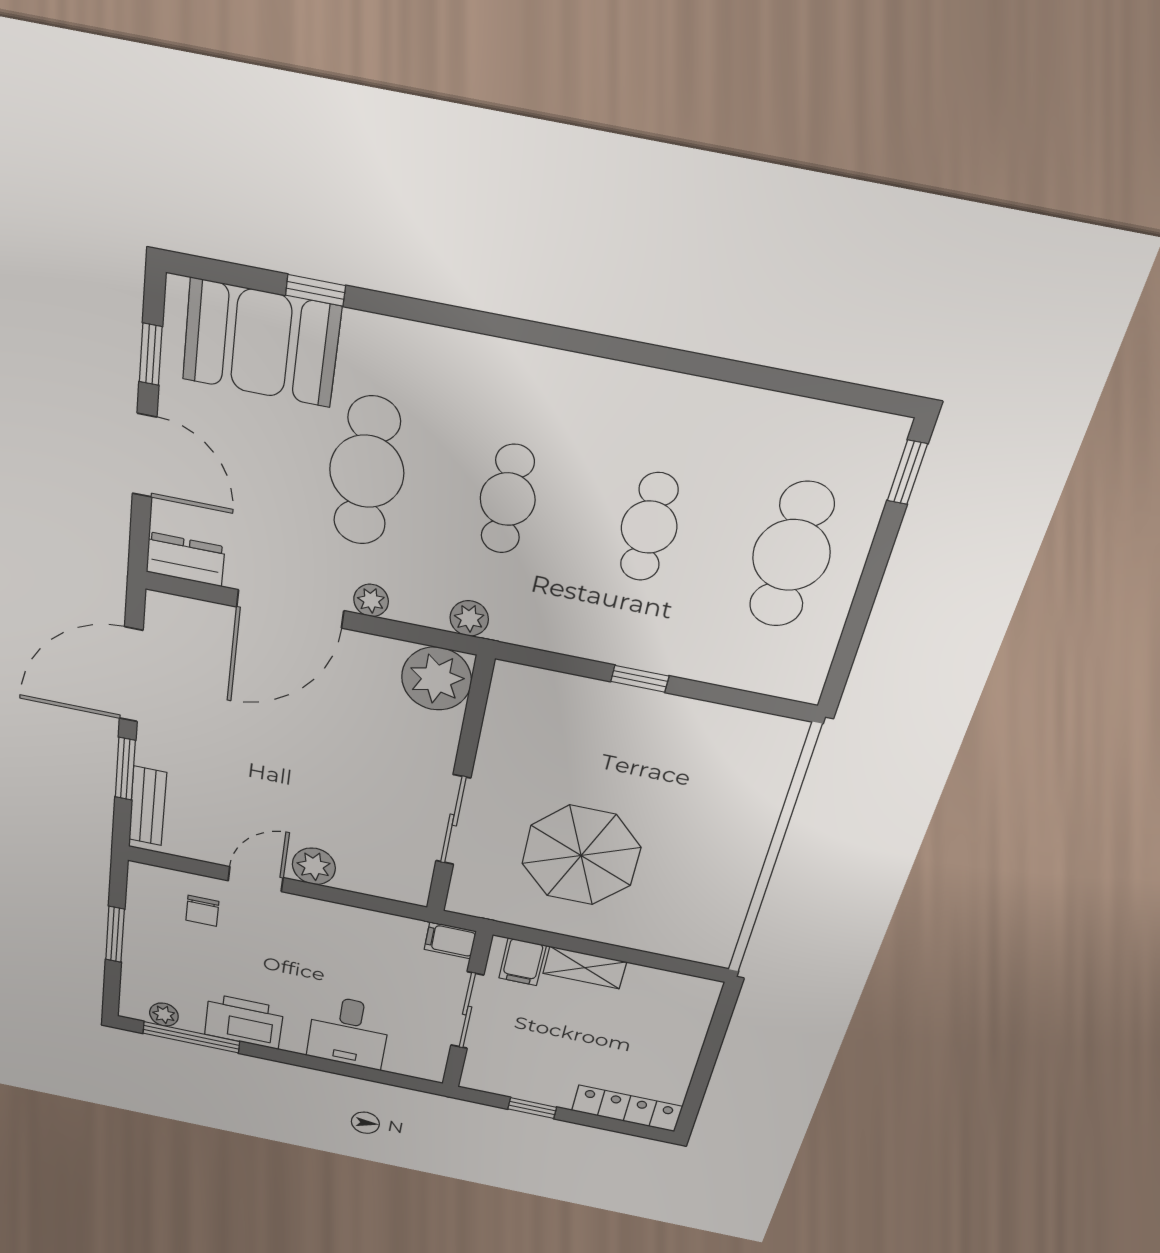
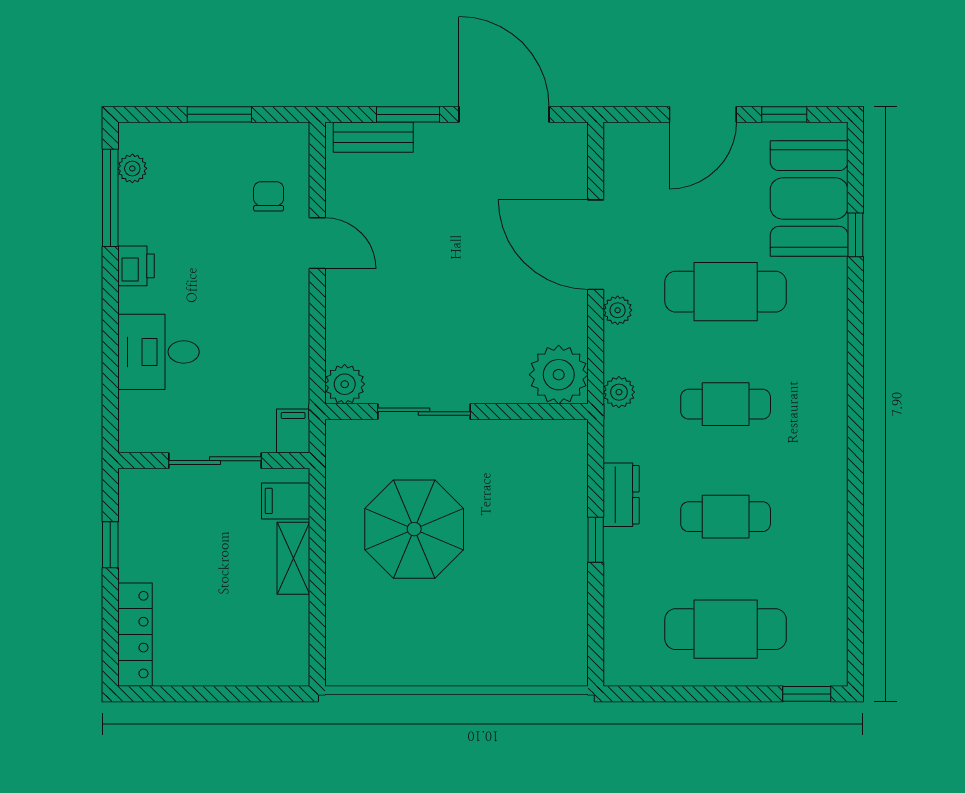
dresser: (185, 559) -> (621, 495), moved
plant: (314, 866) -> (345, 384), moved
chair: (202, 911) -> (269, 196), turned 90
printer: (244, 1021) -> (136, 266), width x0.53, depth x0.68

